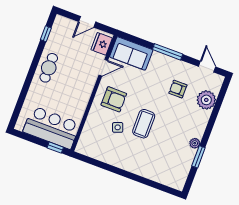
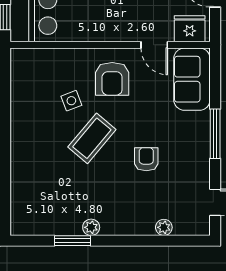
armchair: (178, 89) -> (146, 159), moved
plant: (206, 100) -> (164, 227), width x0.53, depth x0.53
coffee table: (144, 124) -> (92, 138), turned -50

